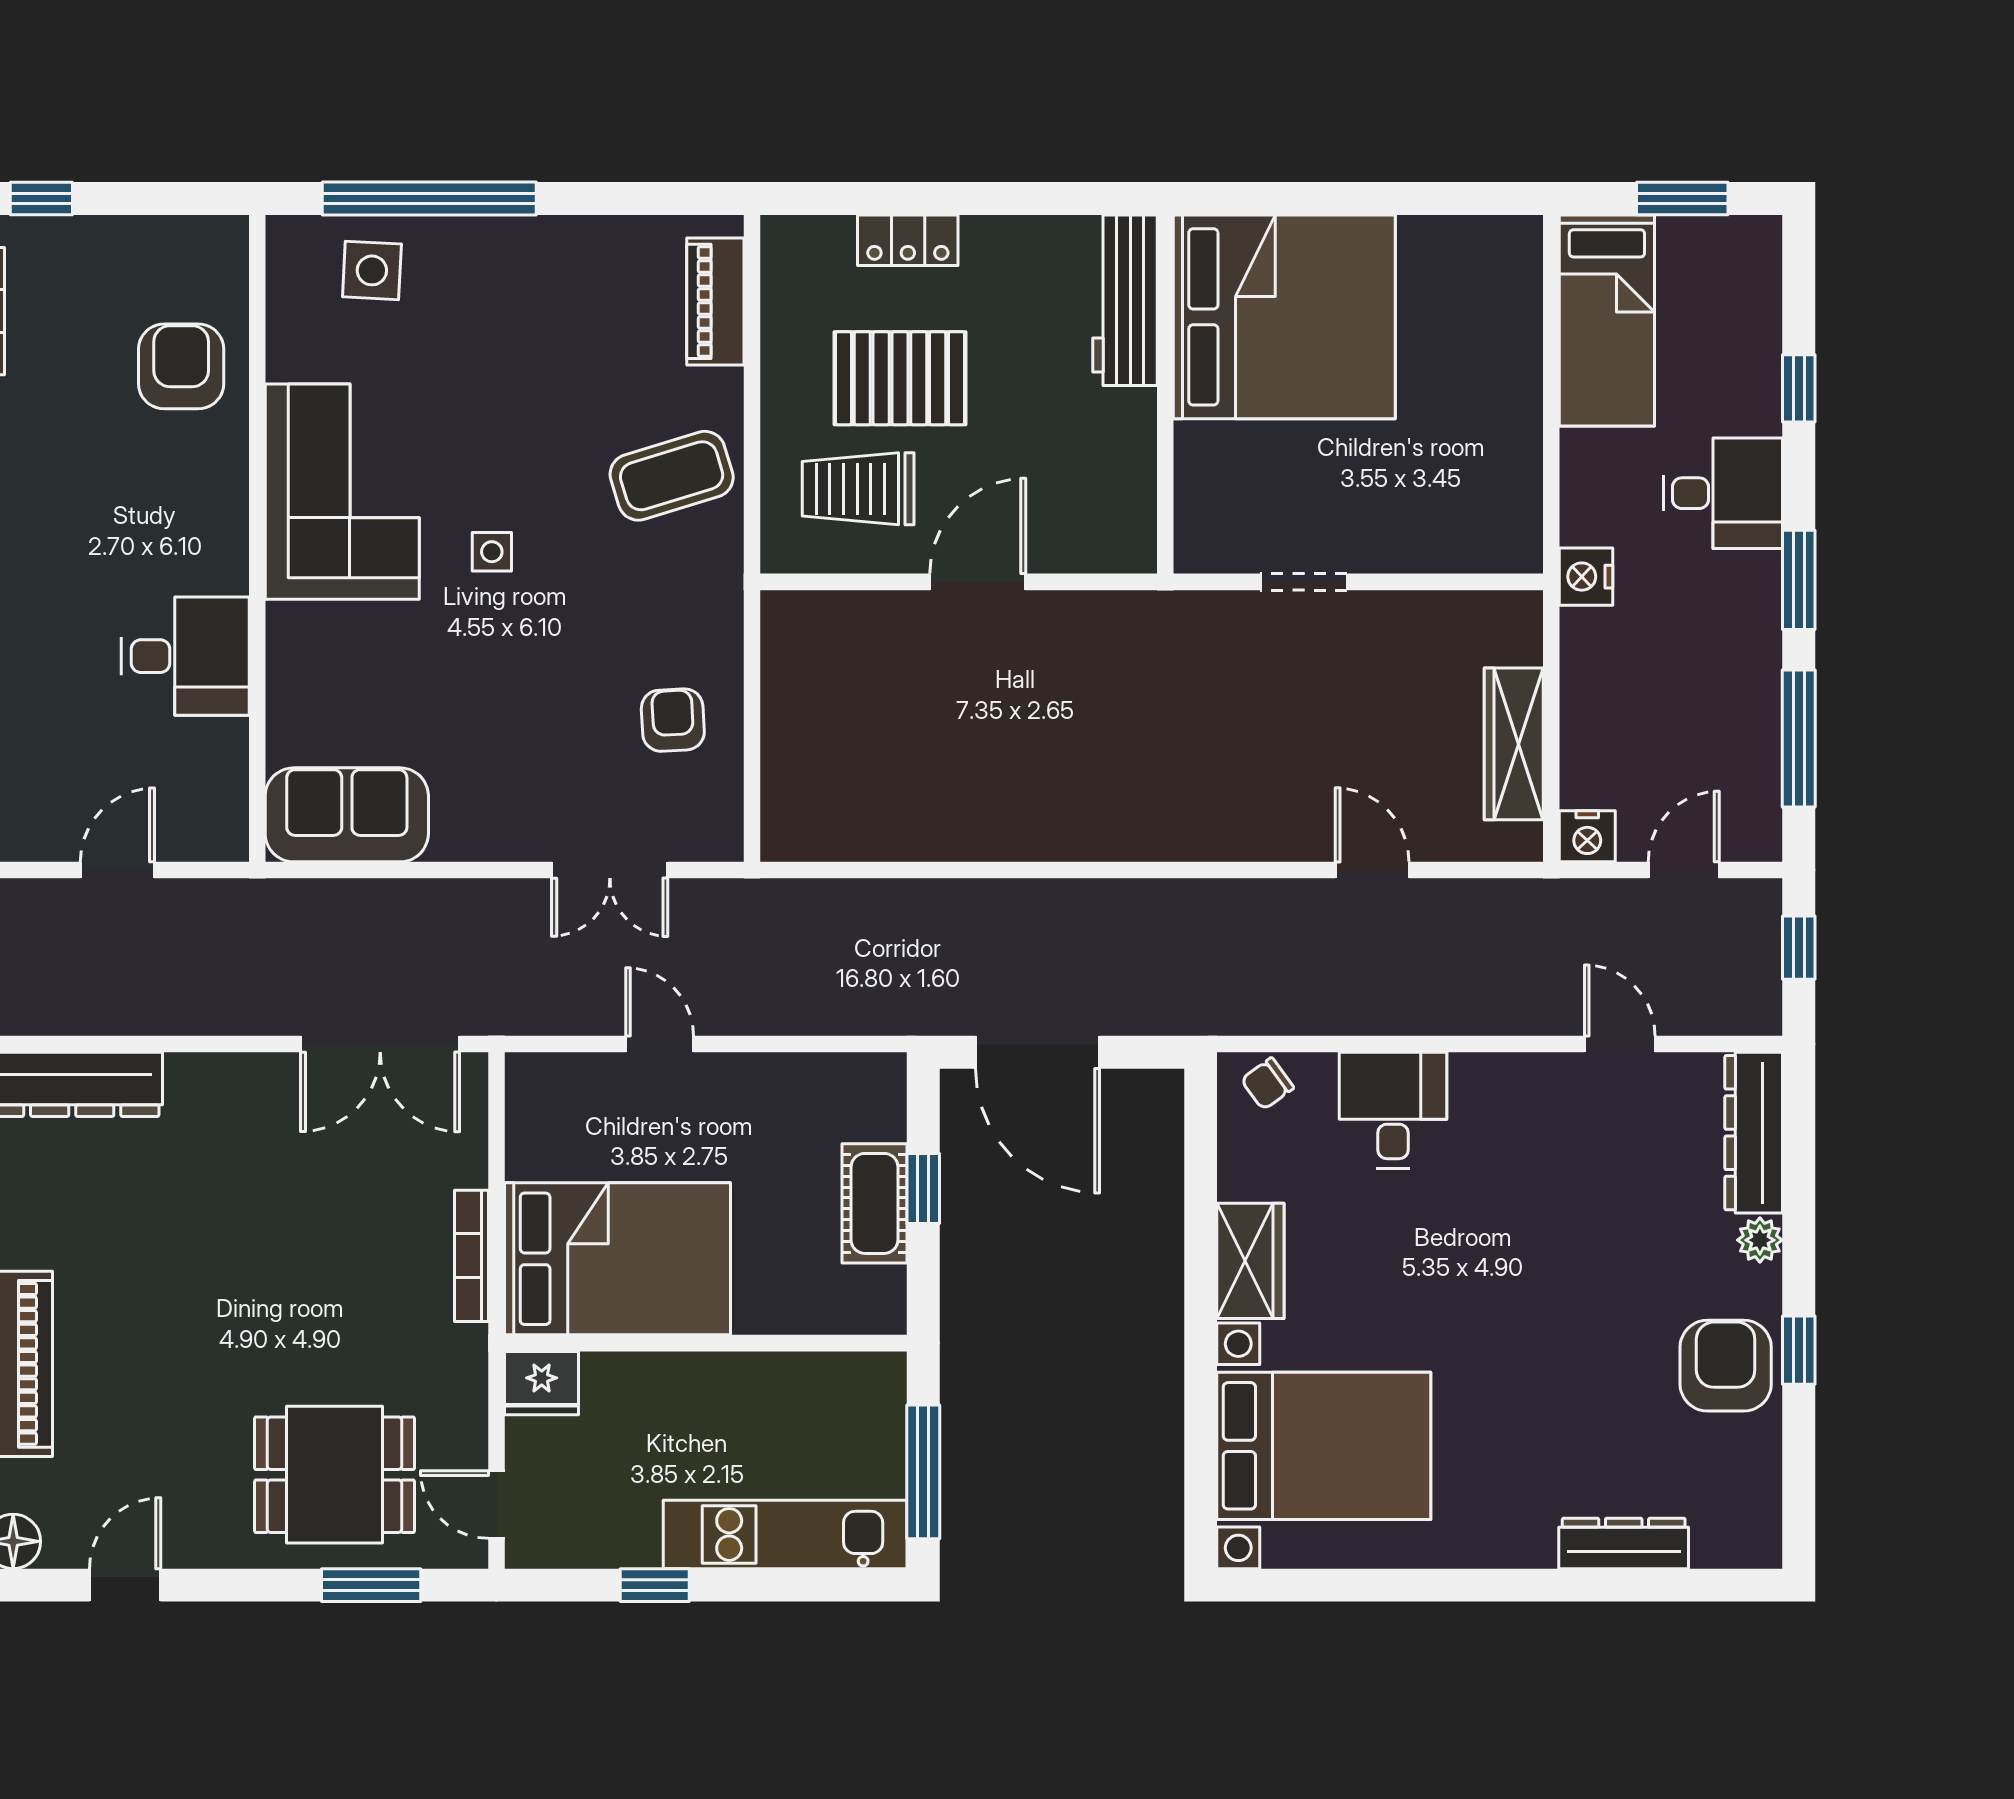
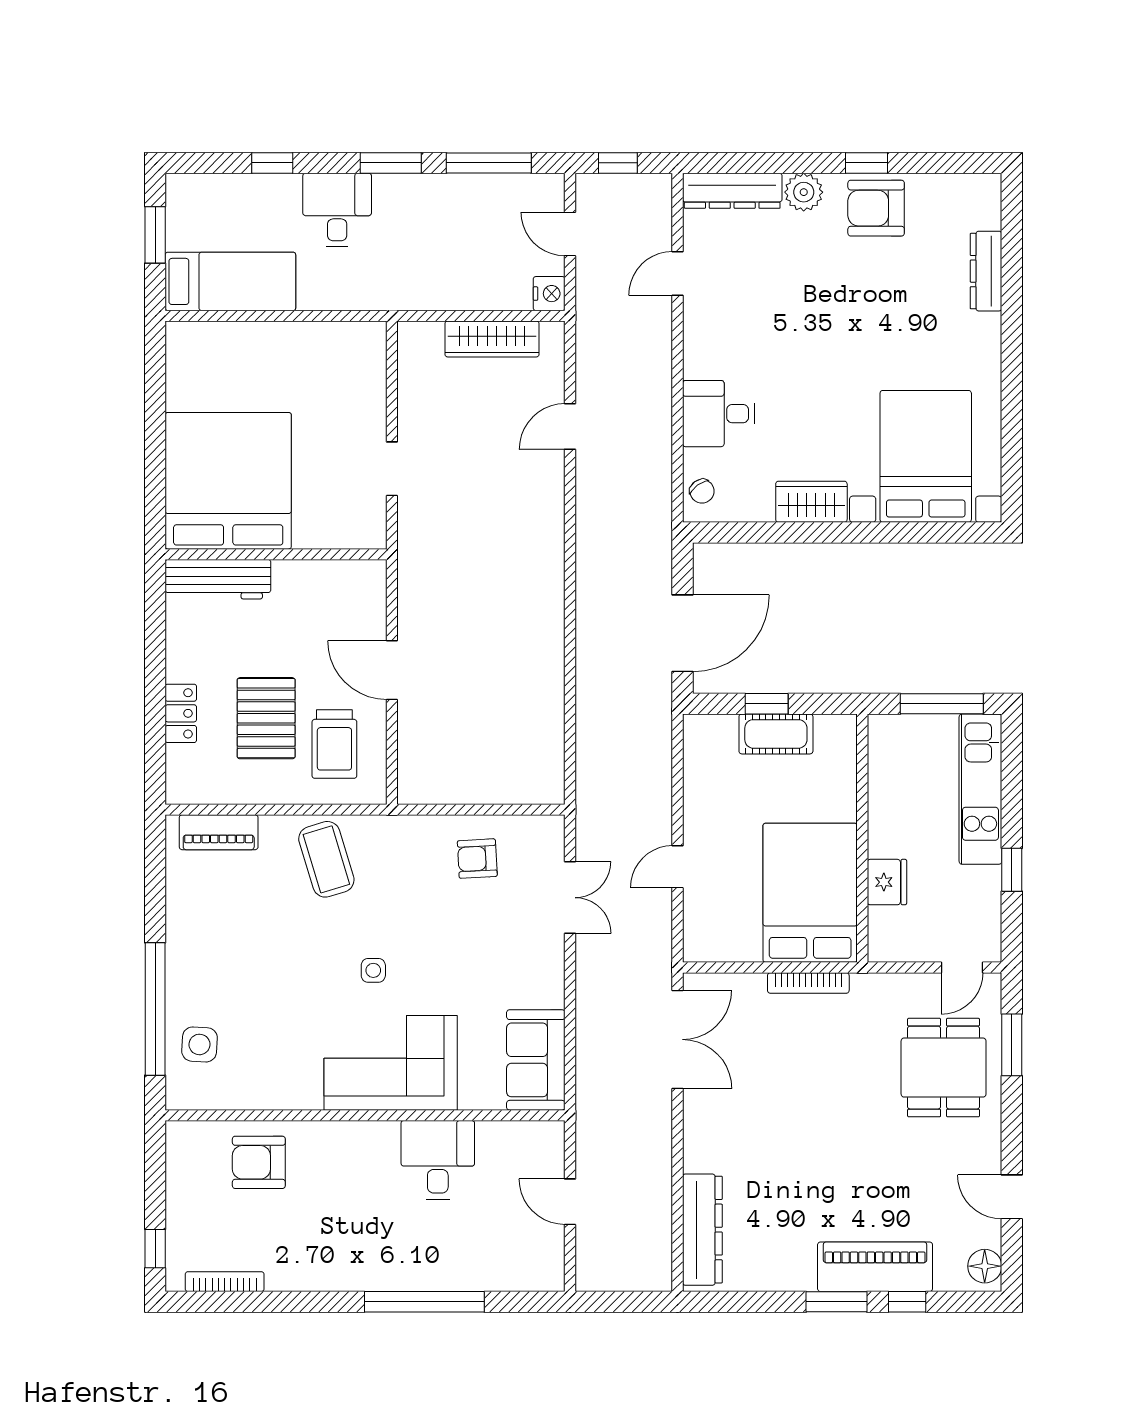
corner sofa: (342, 492) -> (391, 1063), moved
nightstand: (1586, 577) -> (389, 294), removed
plant: (1760, 1240) -> (804, 192), width x1.38, depth x1.38
fridge: (542, 1383) -> (887, 882), moved

